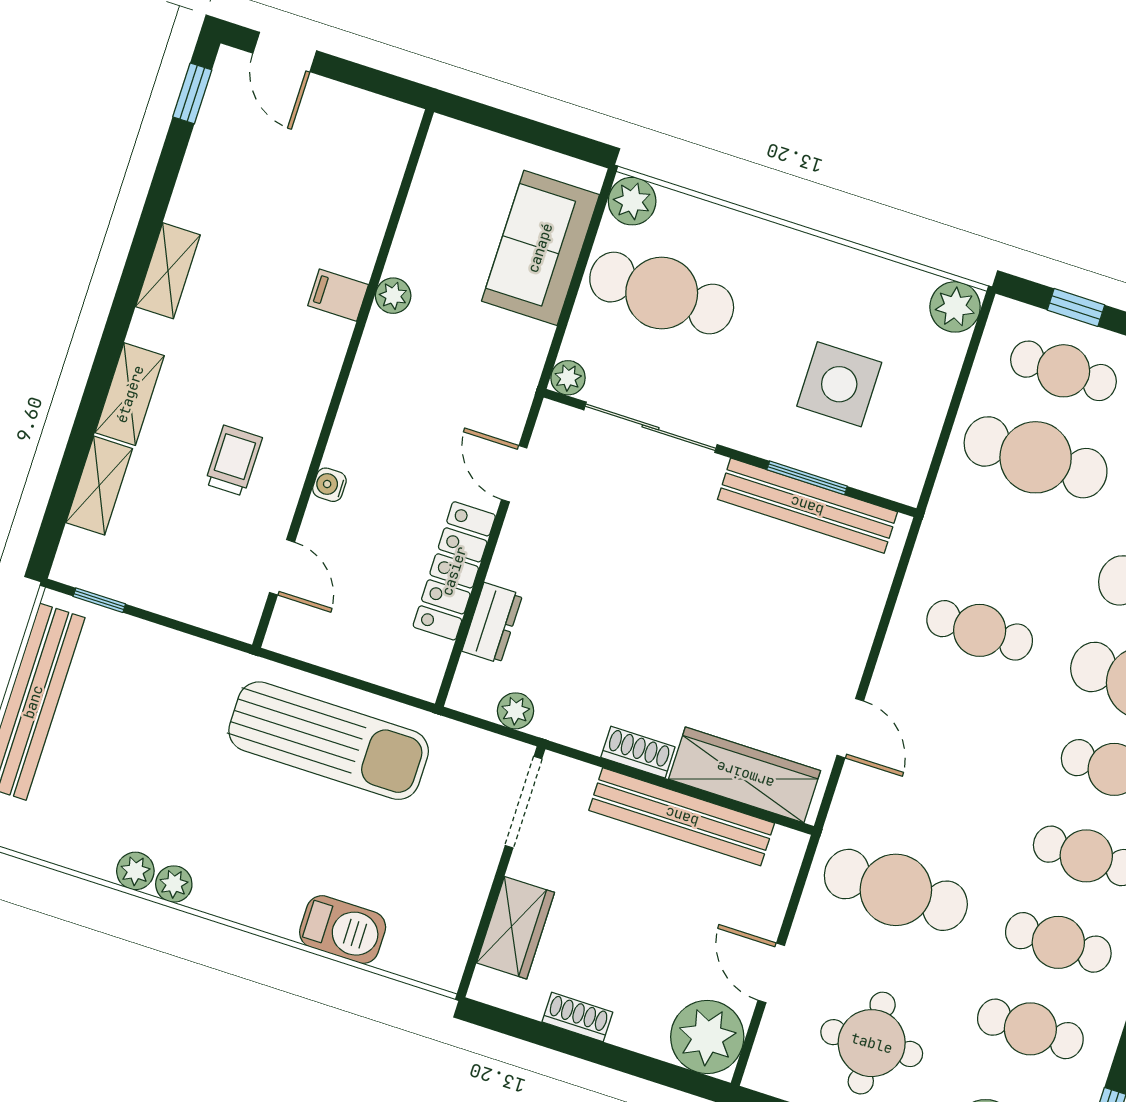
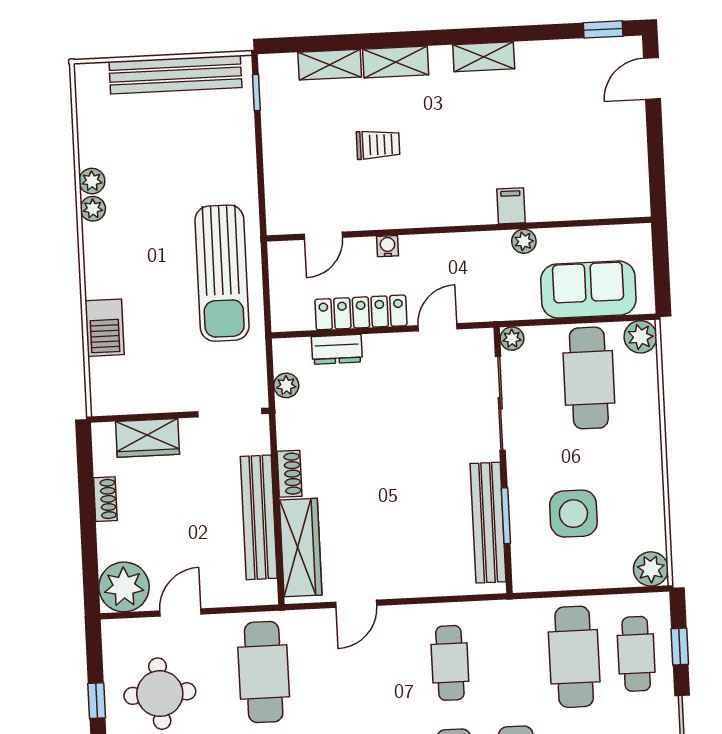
filing cabinet: (338, 295) -> (511, 206), moved
plant: (393, 296) -> (524, 241), moved
wall: (343, 378) -> (459, 229), moved
water cooler: (329, 485) -> (388, 246), moved
door: (282, 567) -> (323, 236), moved

